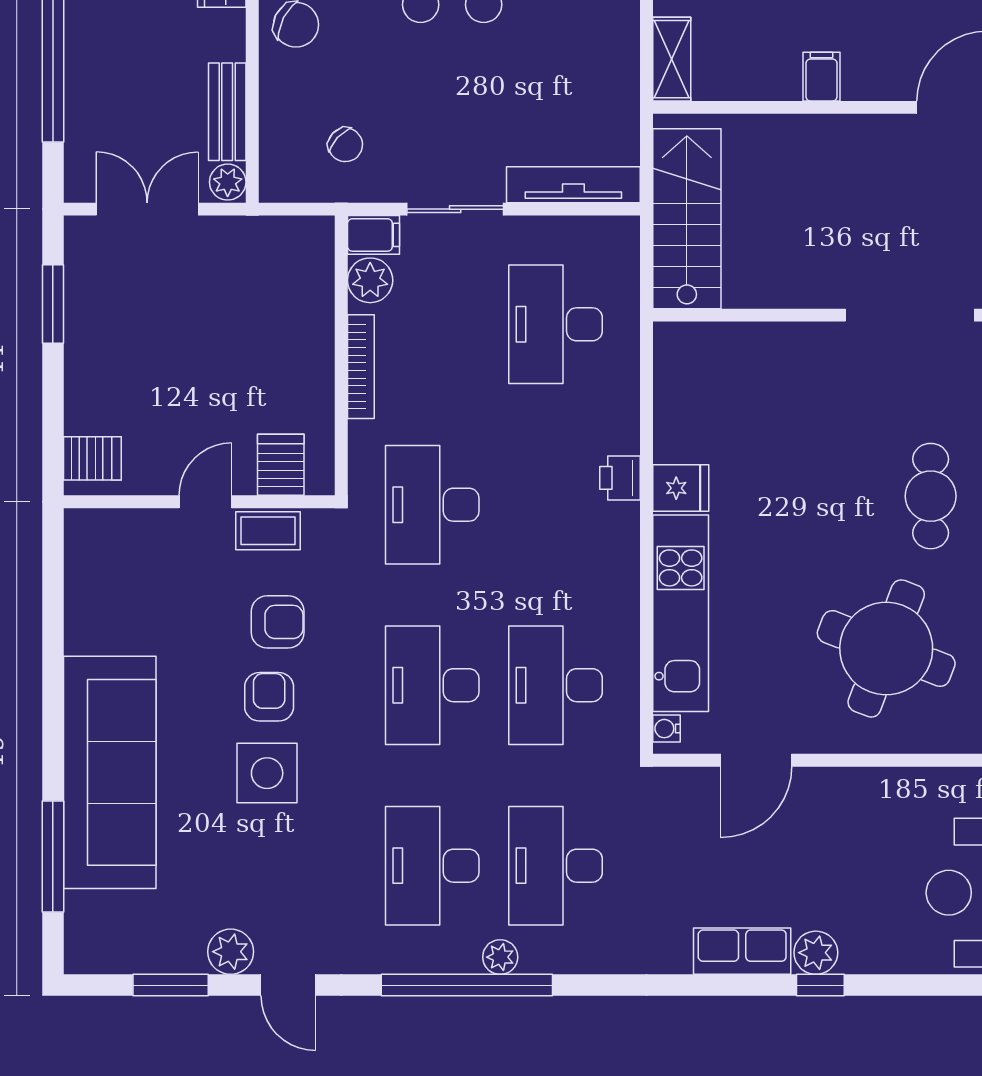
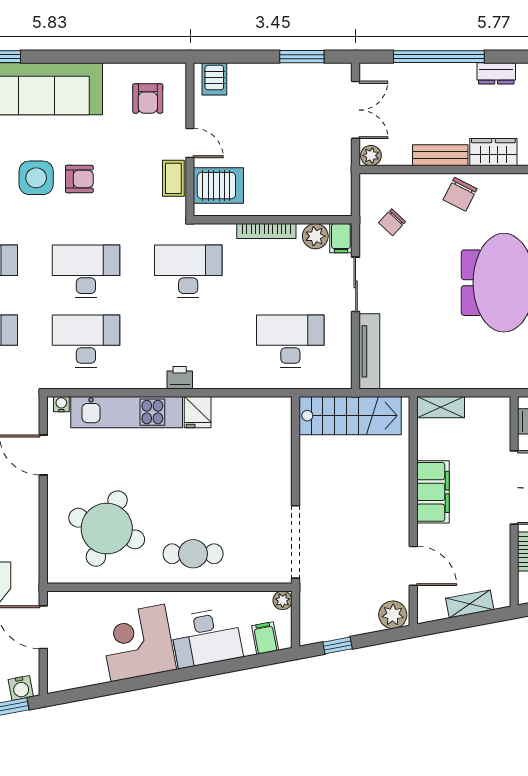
filing cabinet: (821, 77) -> (433, 492), width x3.00, depth x1.17
bench: (227, 112) -> (440, 155), moved
server rack: (281, 465) -> (218, 186), width x1.36, depth x1.44
printer: (620, 478) -> (180, 378), moved
armchair: (278, 622) -> (148, 98), moved

